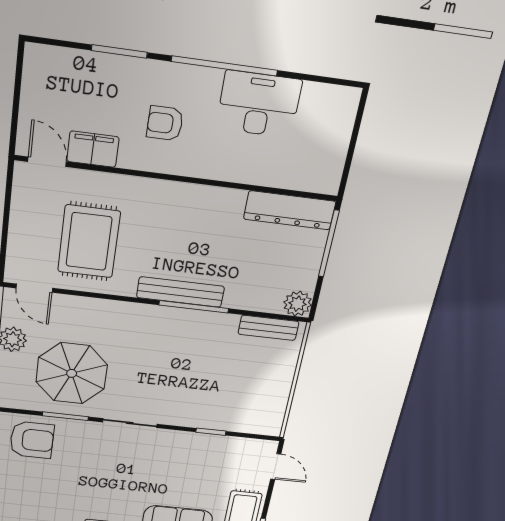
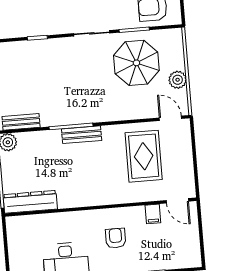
armchair: (165, 123) -> (116, 238), turned -90
filing cabinet: (93, 149) -> (153, 214), width x0.50
bench: (180, 292) -> (82, 135), width x0.73

